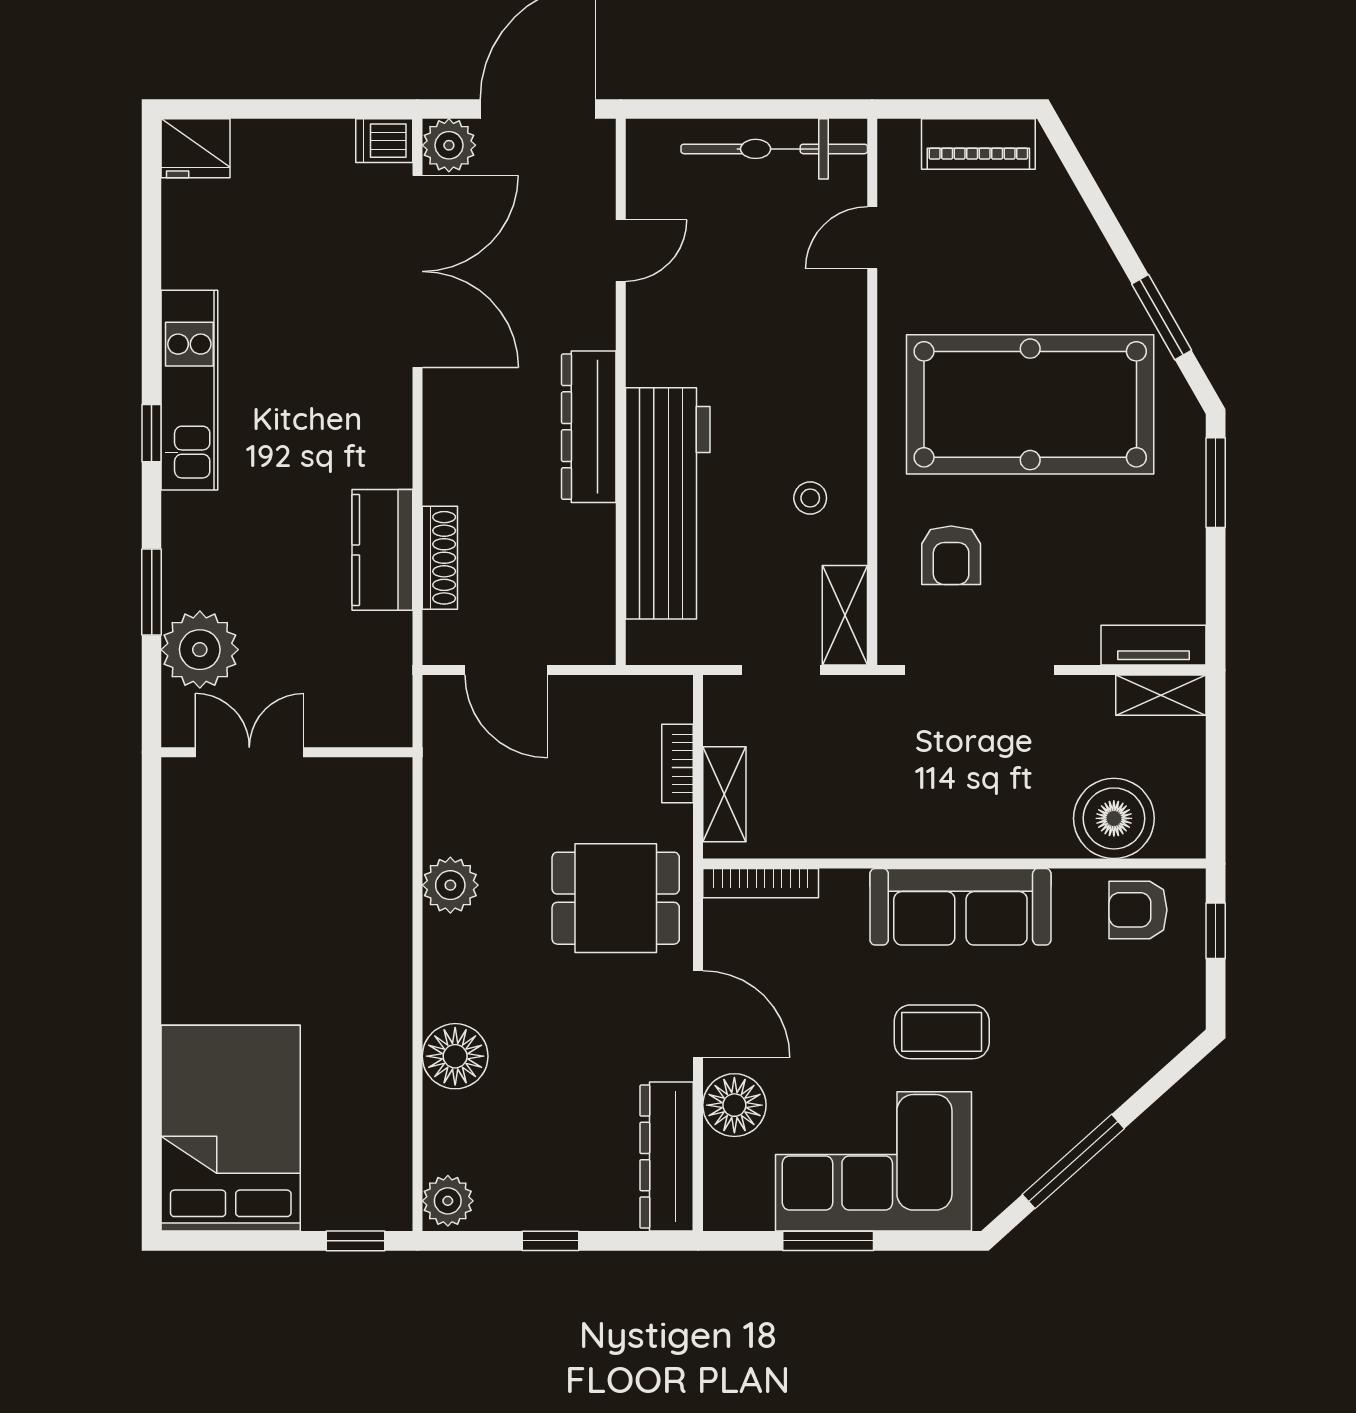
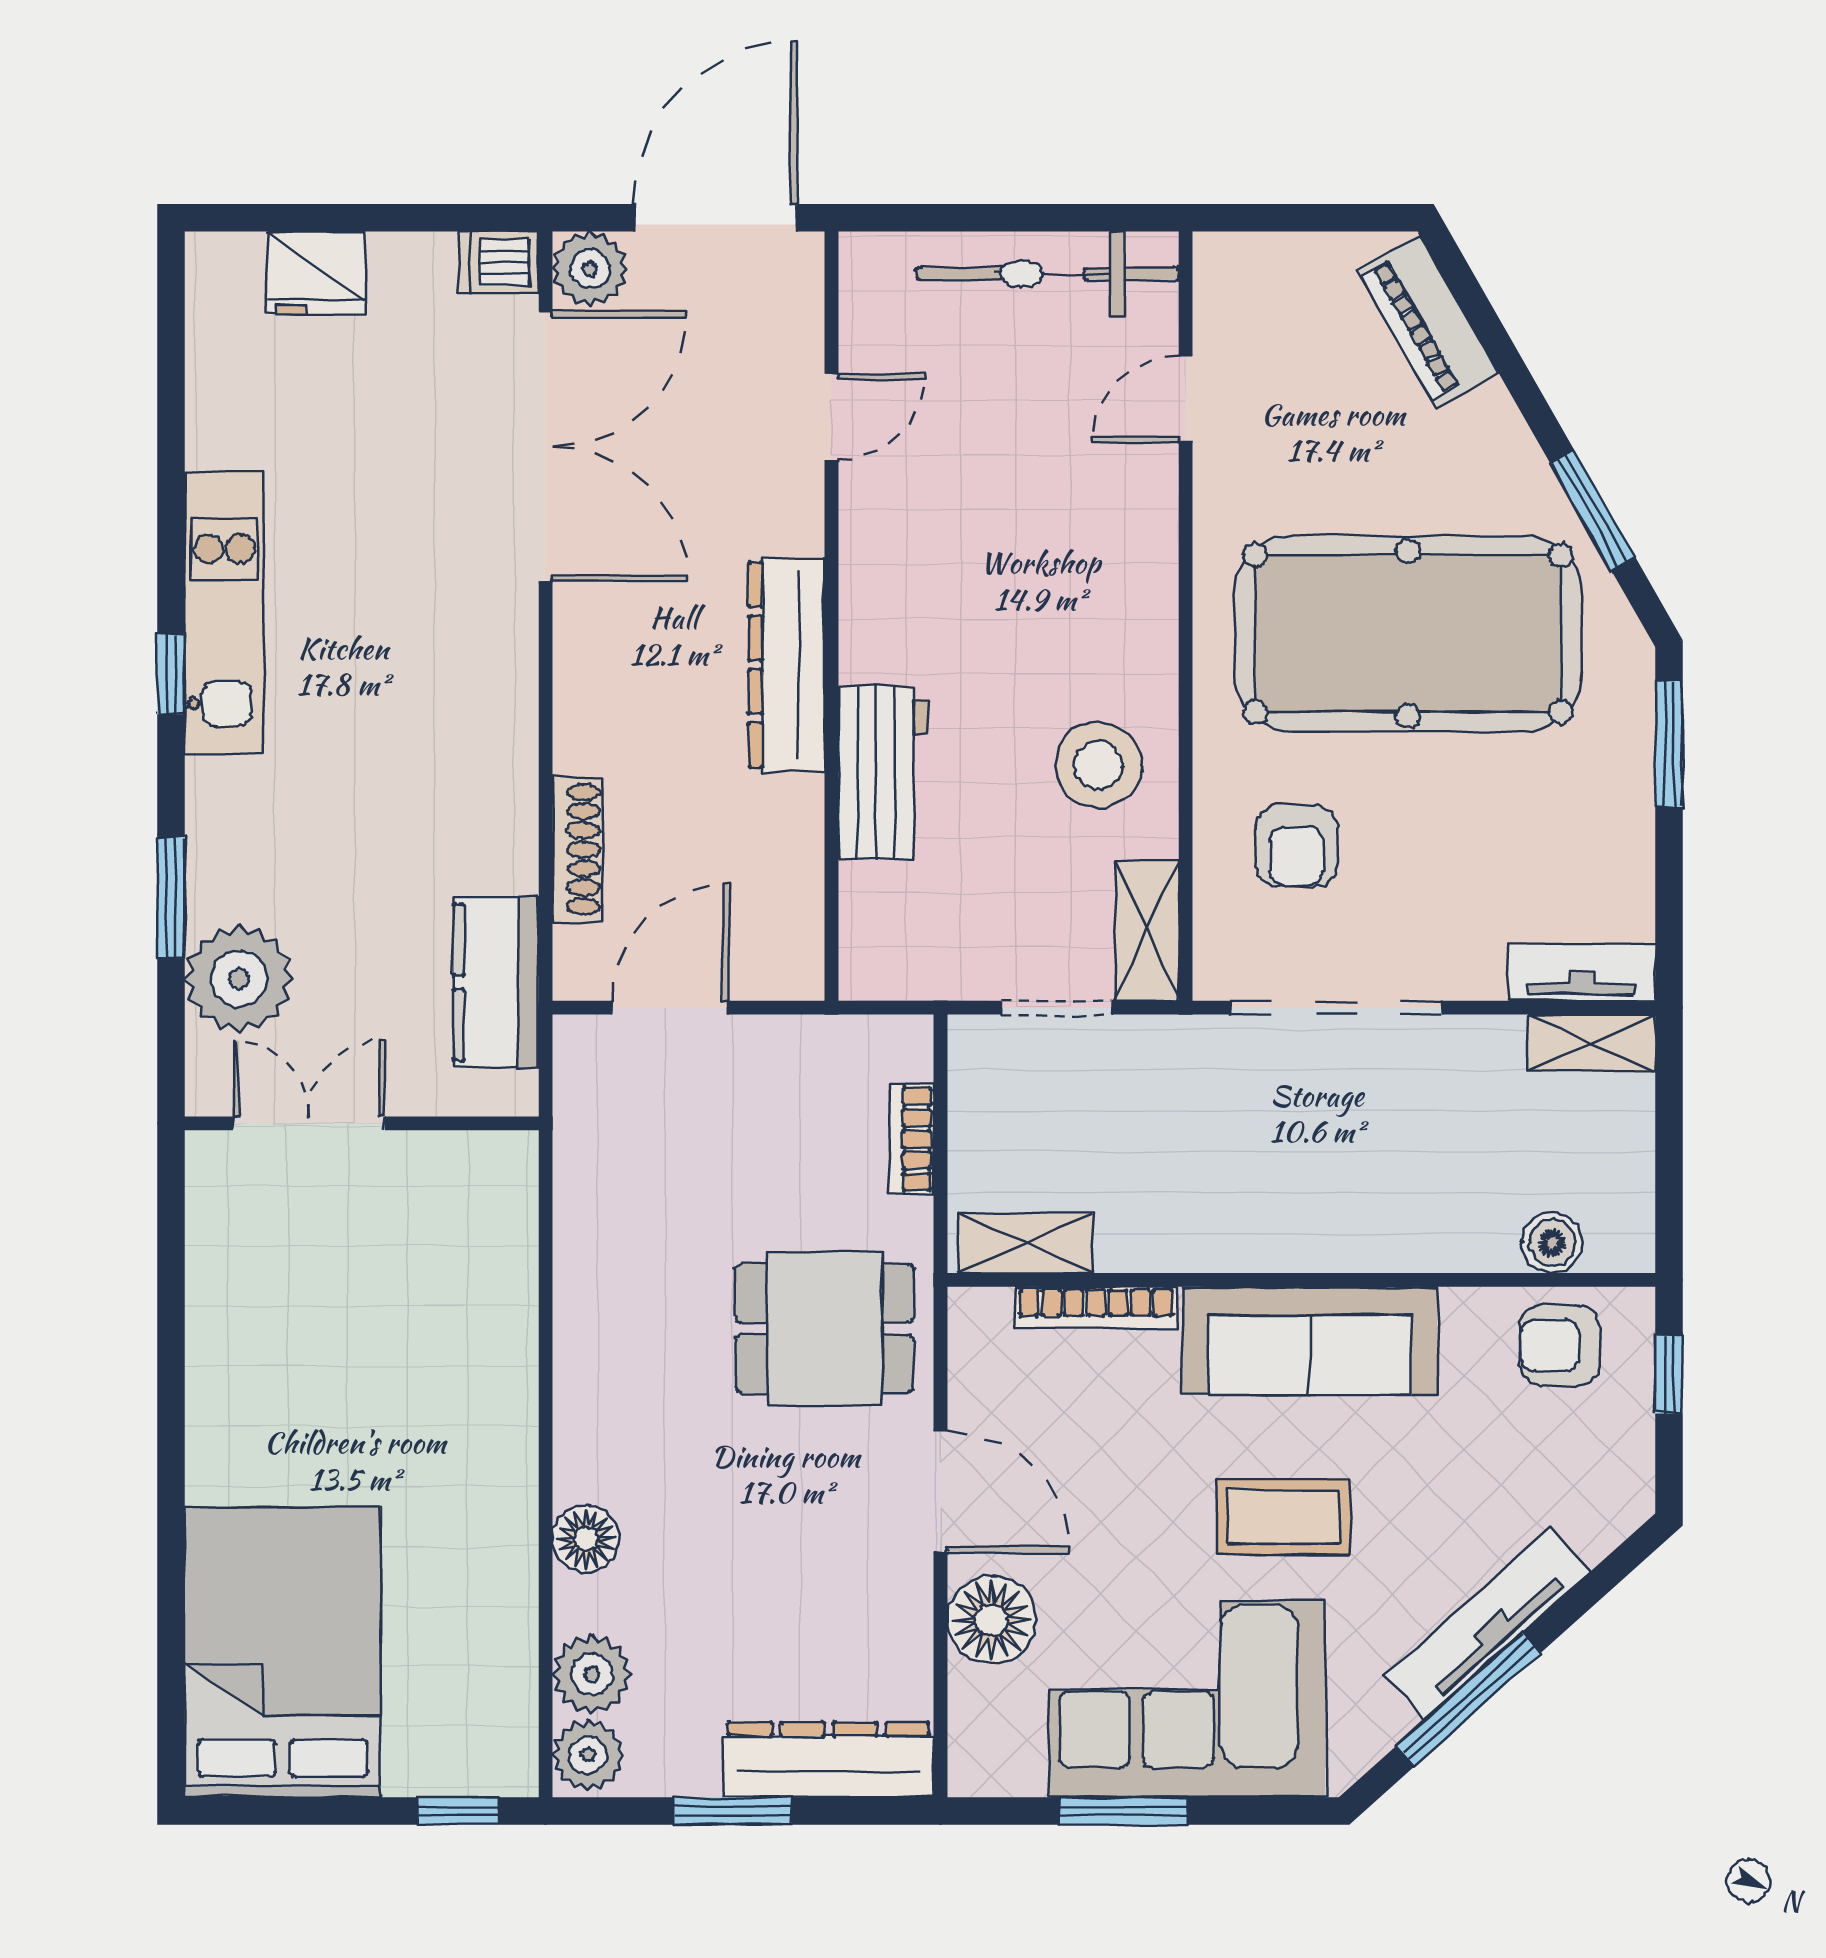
piano: (978, 144) -> (1428, 321), moved, turned 60
fridge: (196, 148) -> (316, 273), moved
stool: (810, 498) -> (1098, 765), width x1.89, depth x1.89
workbench: (668, 503) -> (883, 773), width x0.53, depth x0.76
kitchen counter: (382, 550) -> (496, 982), moved
door: (506, 670) -> (670, 1008), swing flipped
shelving: (724, 794) -> (1026, 1243), moved, turned 90
boiler: (1114, 818) -> (1552, 1243), width x0.54, depth x0.54
bookcase: (761, 883) -> (1096, 1308), moved
plant: (450, 885) -> (592, 1674), moved
floor lamp: (455, 1056) -> (586, 1539), width x0.73, depth x0.73
tv unit: (1087, 1108) -> (1487, 1624), added
dresser: (667, 1157) -> (829, 1760), moved, turned 90
window: (550, 1241) -> (733, 1811), width x1.50

